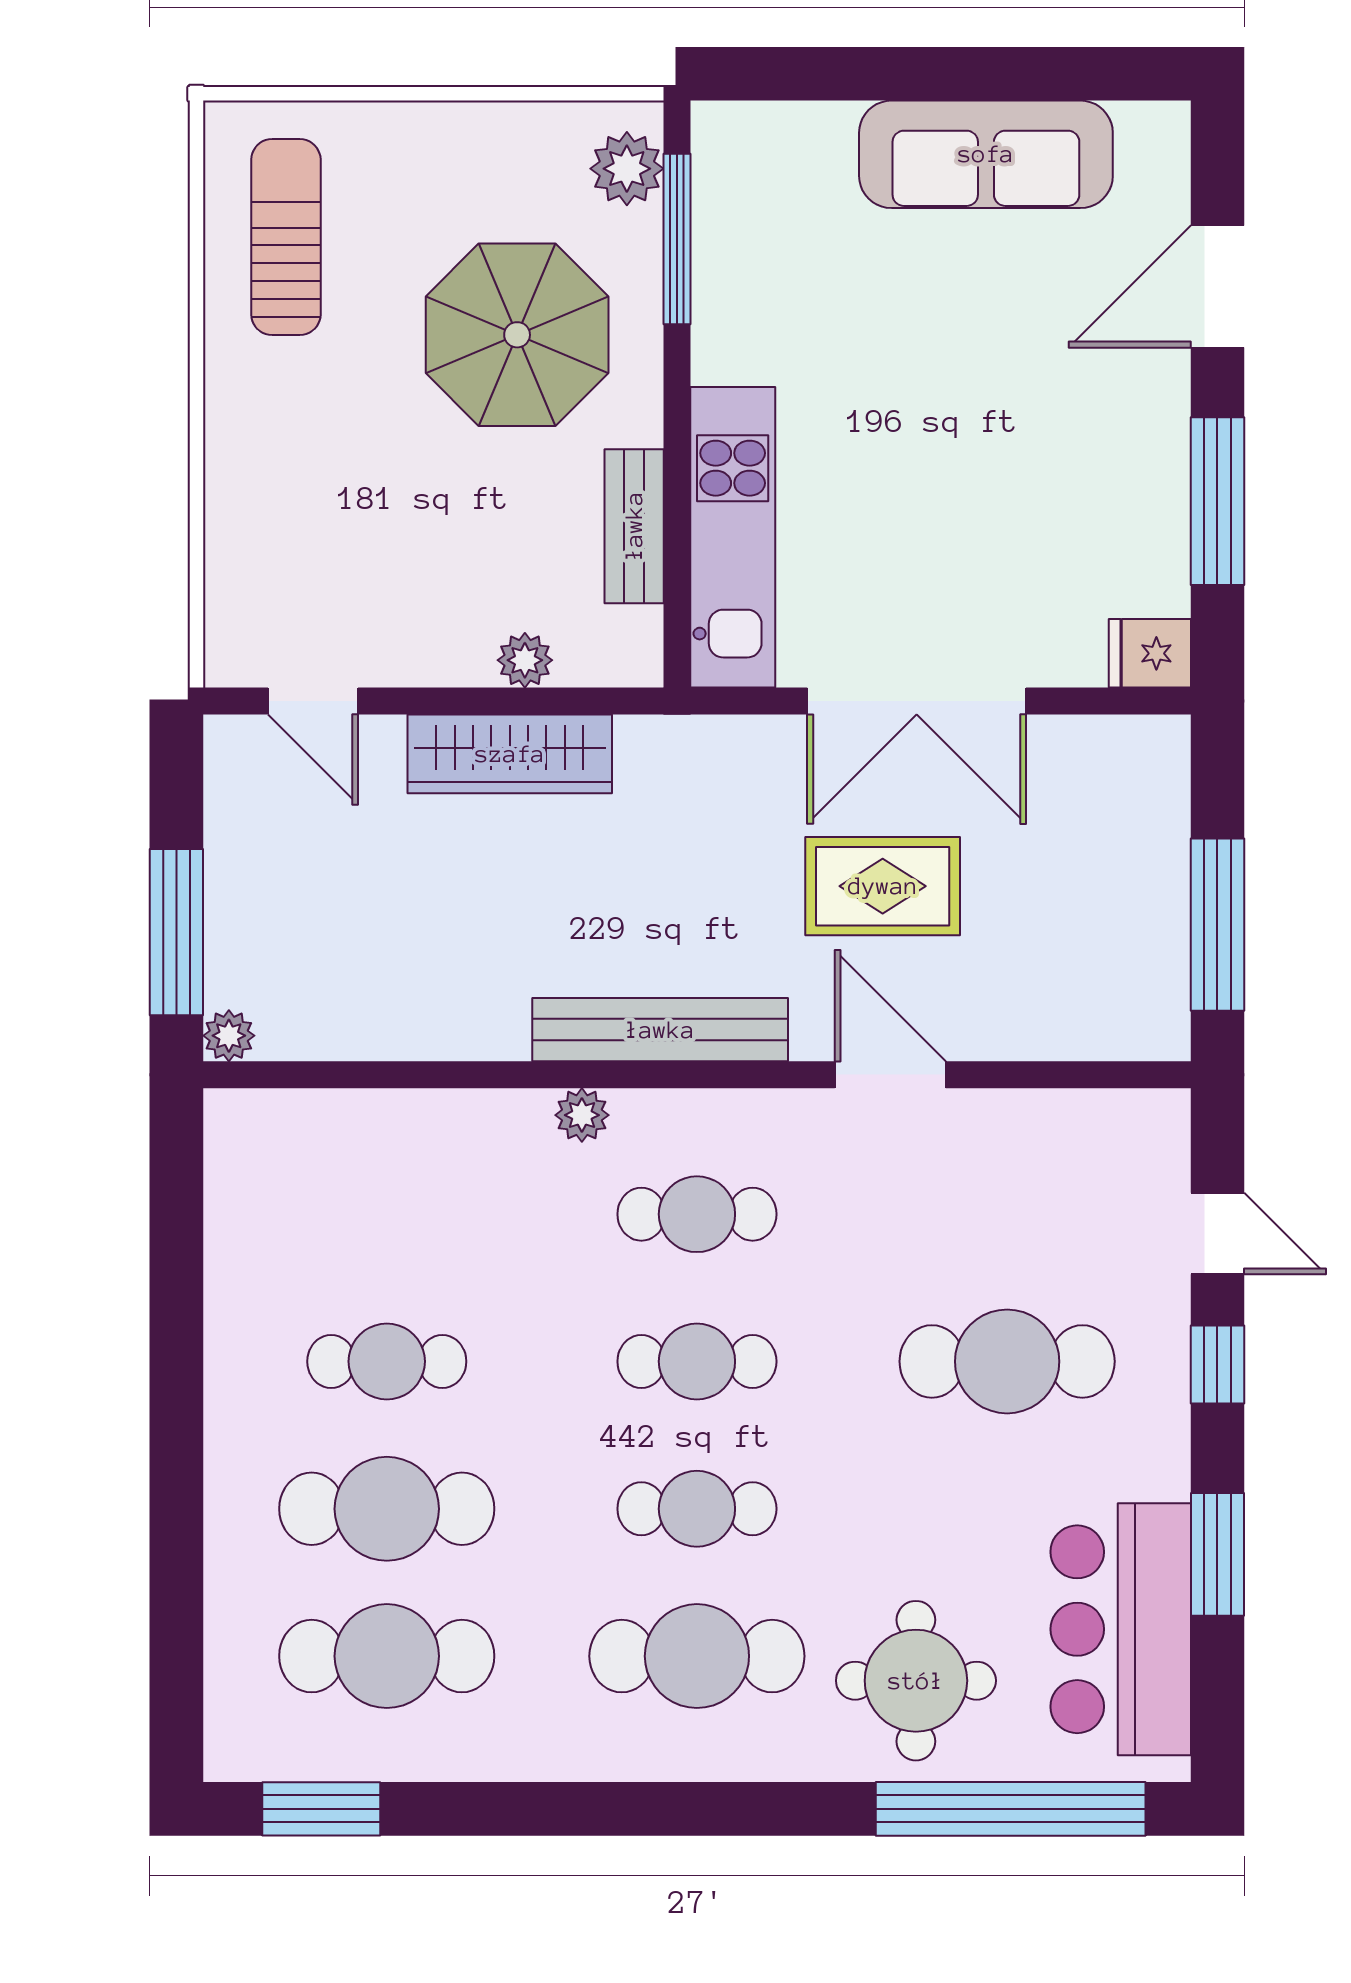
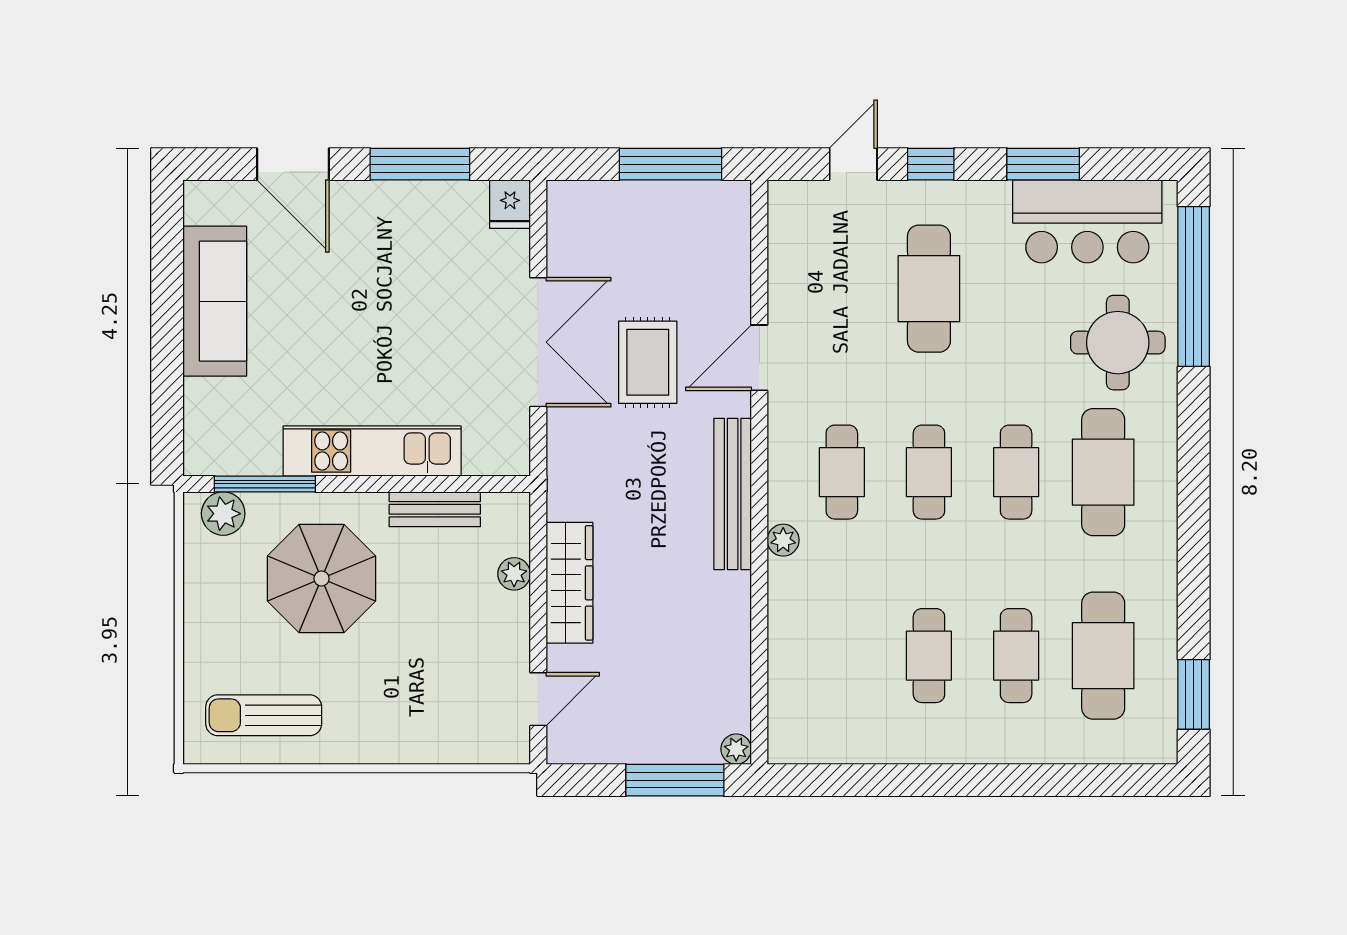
kitchen unit: (733, 537) -> (372, 451), moved
cafe table: (387, 1509) -> (1016, 656), width x0.73, depth x0.74

